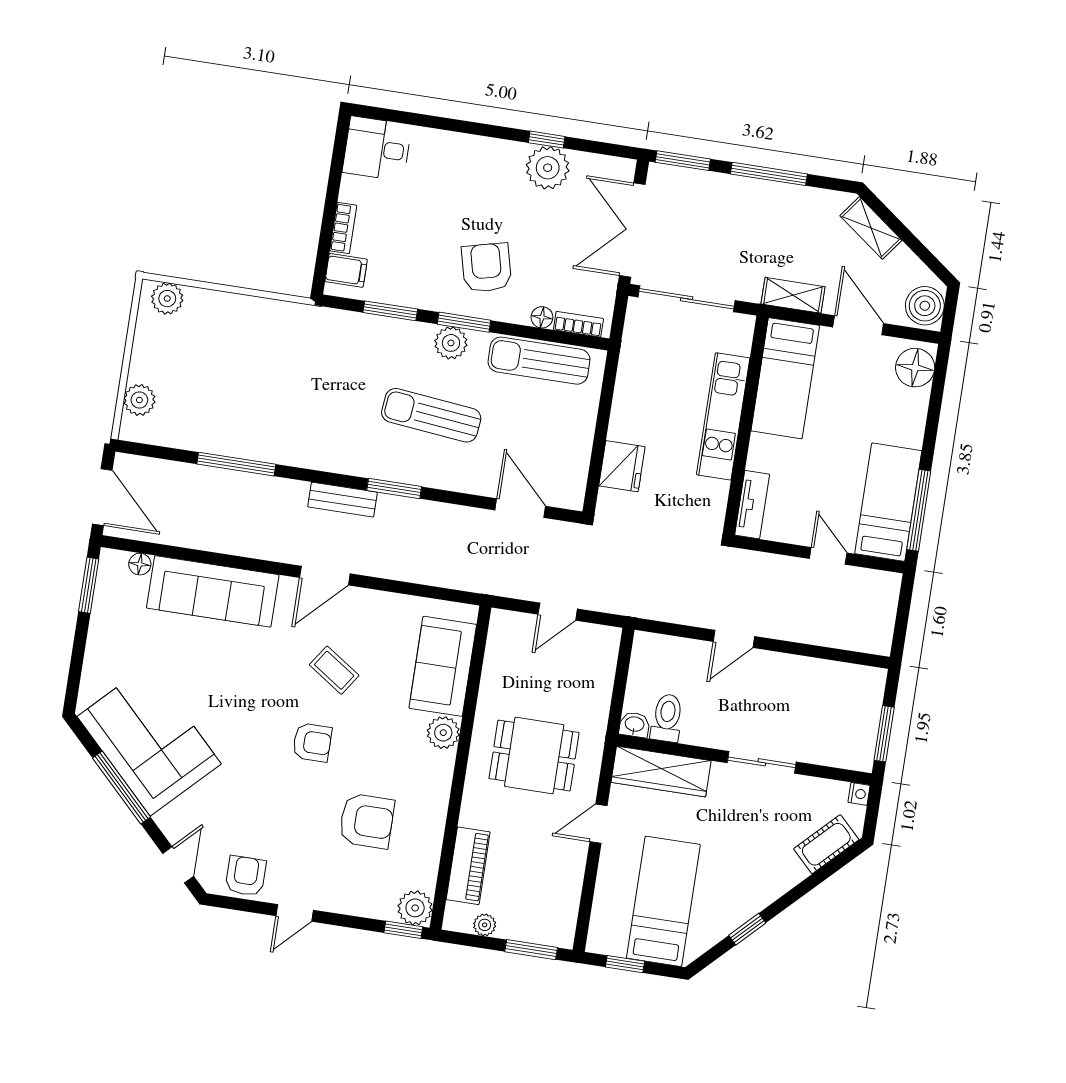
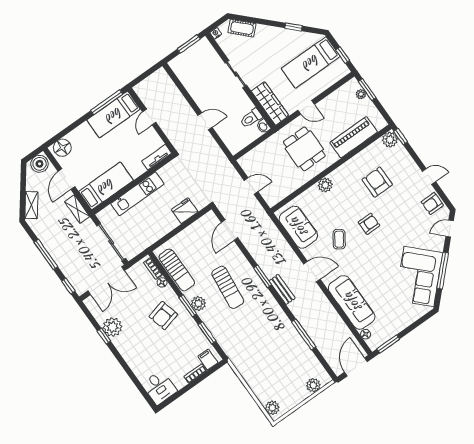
window: (683, 161) -> (68, 286), width x0.67
sofa: (443, 666) -> (298, 227), moved, turned -90
armchair: (312, 742) -> (369, 224), turned 90
piano: (468, 866) -> (354, 137), width x1.37, depth x1.33
plant: (485, 925) -> (361, 94), moved

